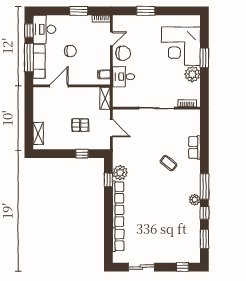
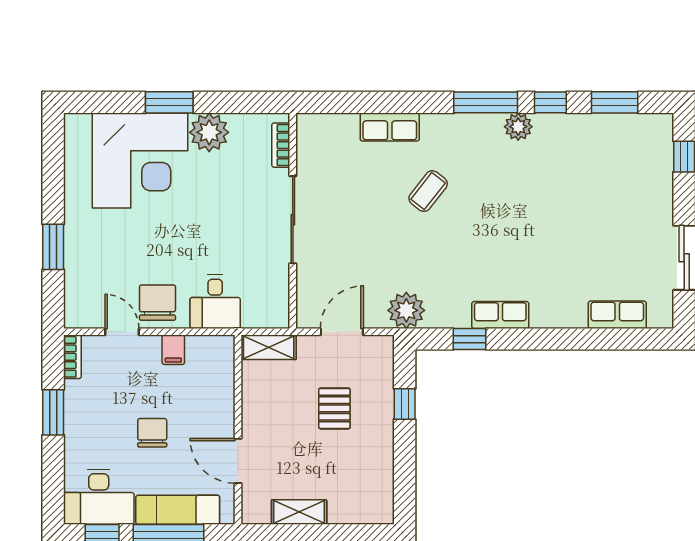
filing cabinet: (104, 74) -> (173, 350), moved
shelving: (38, 133) -> (299, 512), moved
plant: (120, 173) -> (406, 310), moved
row of seats: (118, 204) -> (500, 315), width x0.50

